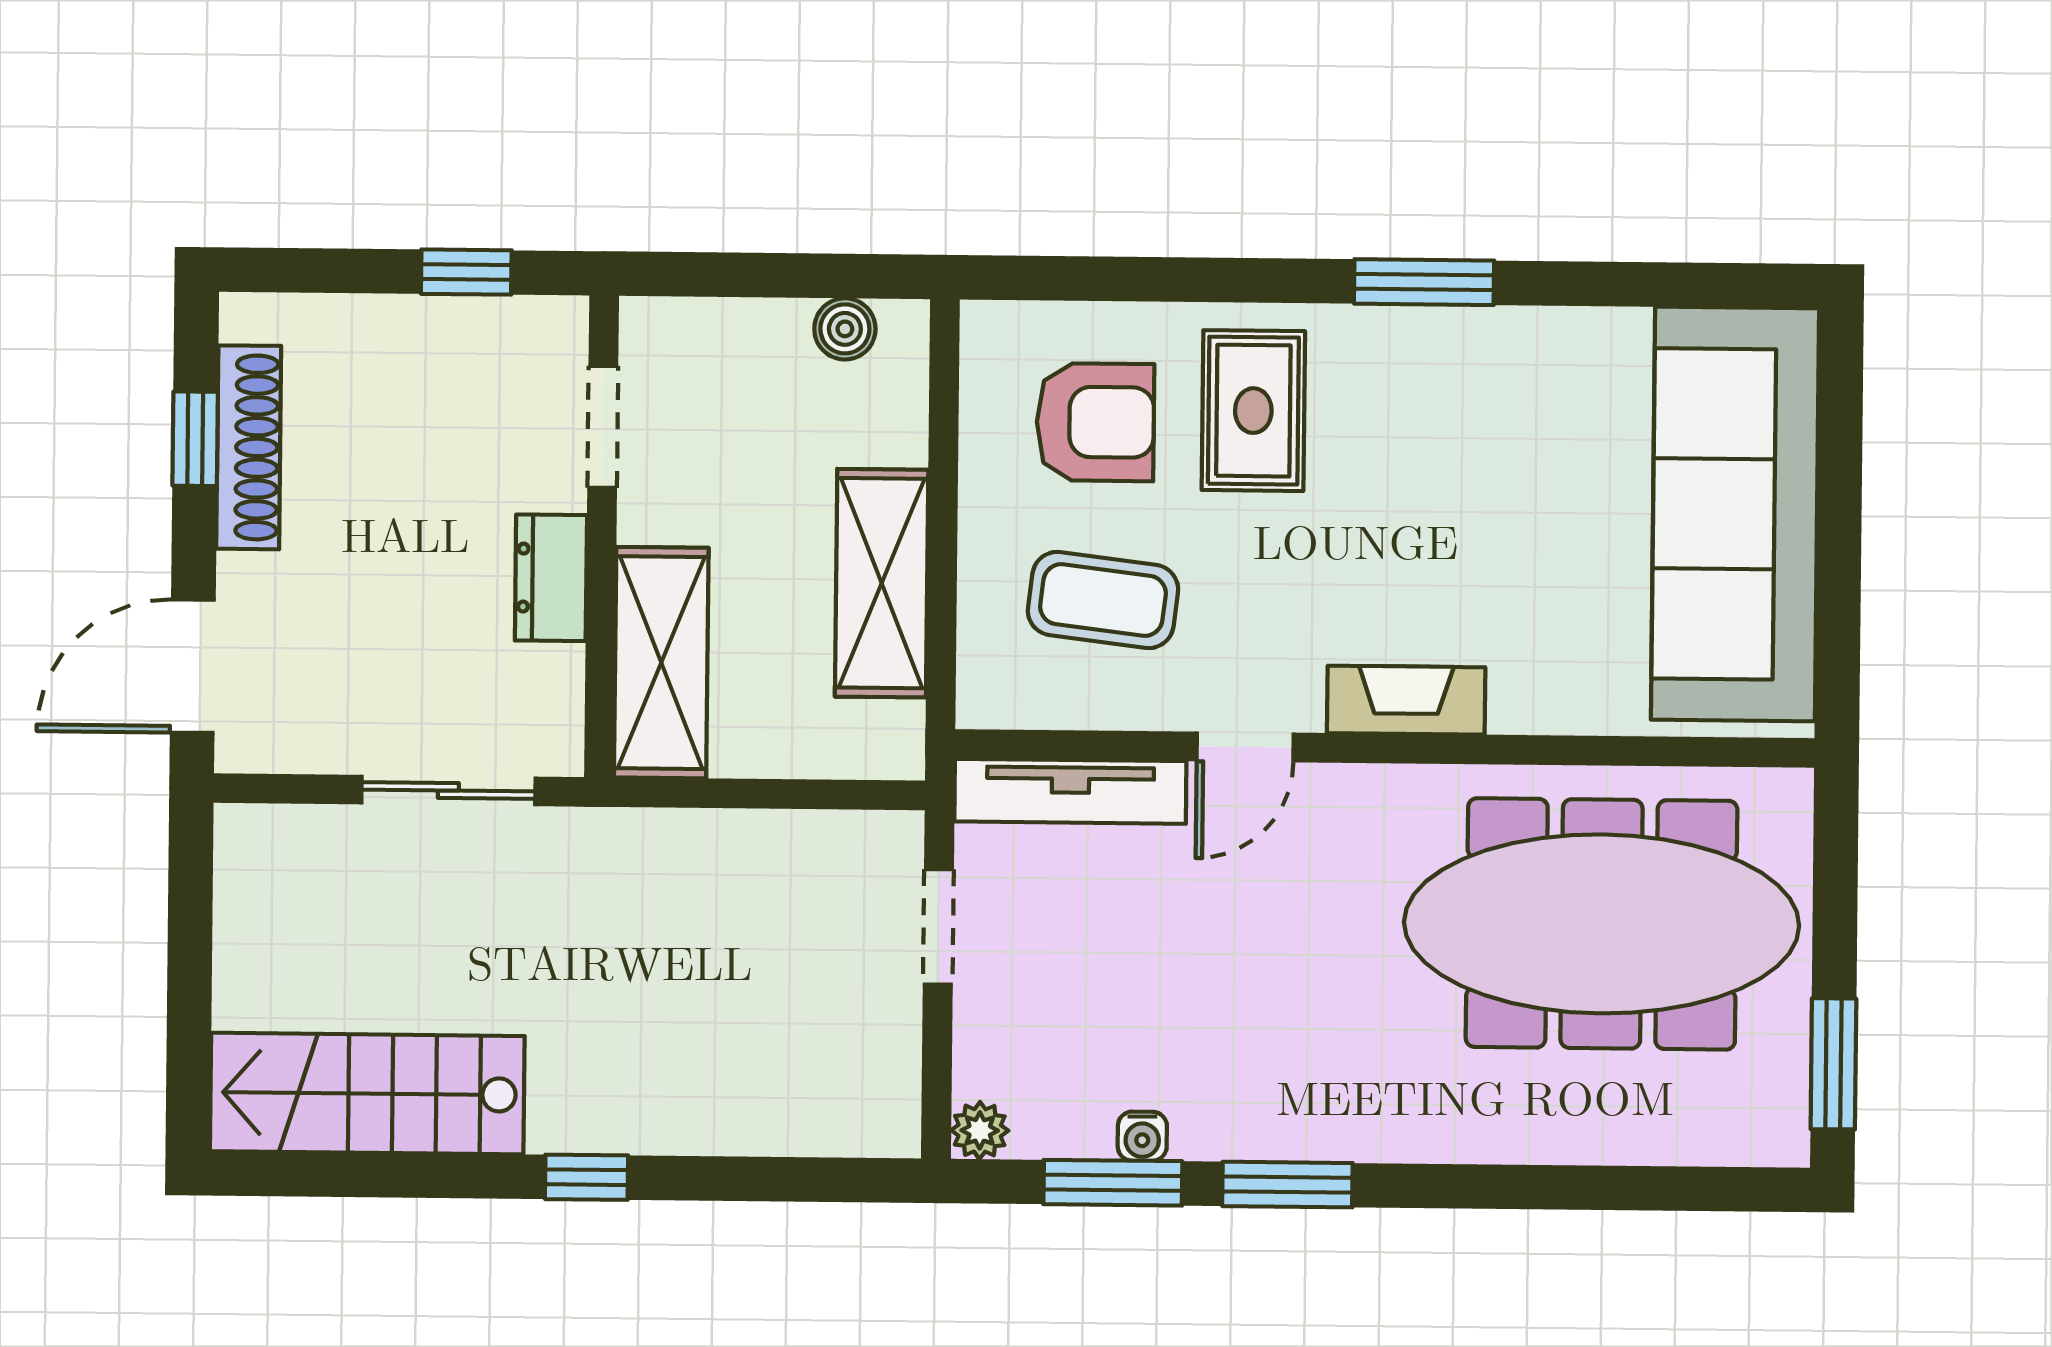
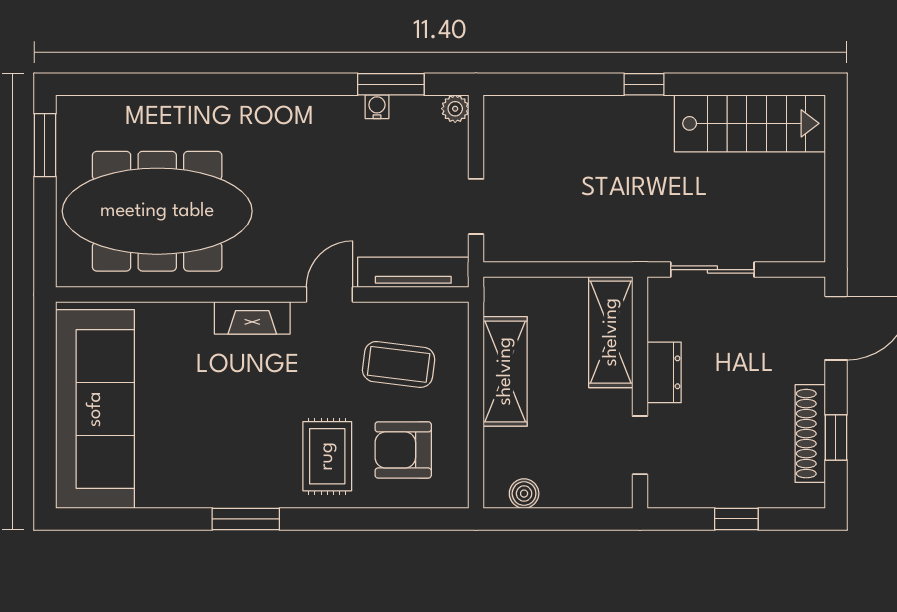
window: (466, 272) -> (736, 519), moved
window: (1287, 1185) -> (307, 84), removed

